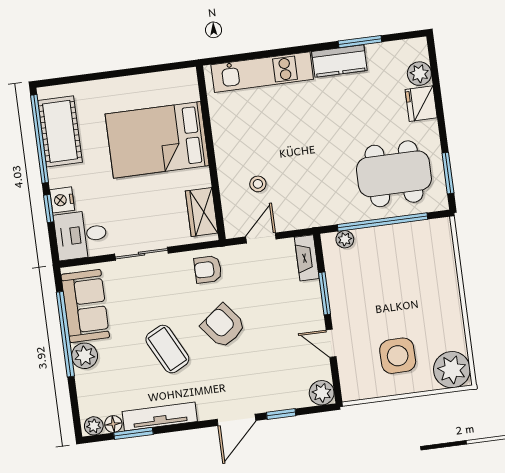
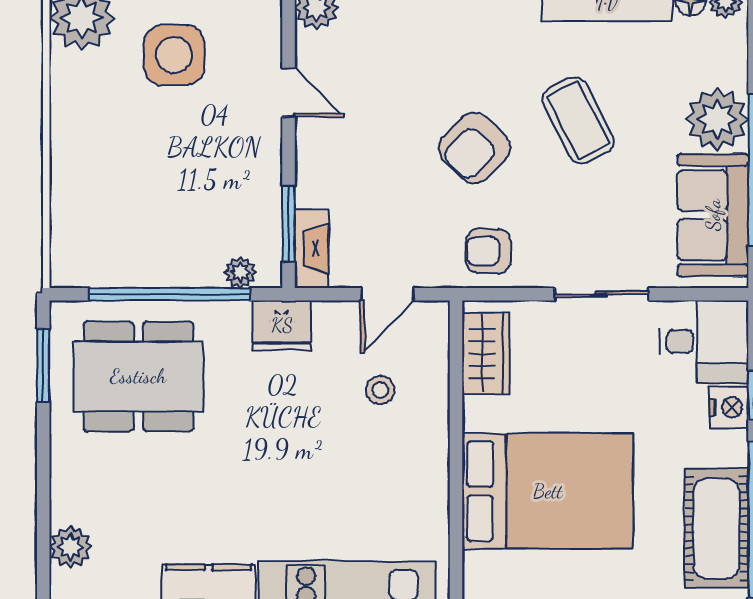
fridge: (421, 104) -> (282, 325), moved, turned 90
armchair: (208, 269) -> (488, 251), turned 180
window: (324, 293) -> (288, 224), moved
armchair: (223, 326) -> (475, 148), turned 82
plant: (85, 356) -> (717, 119), width x1.36, depth x1.36

